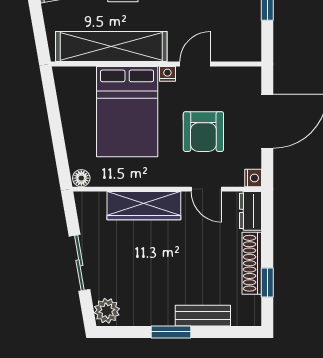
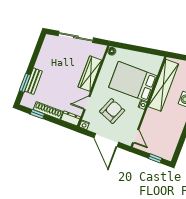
door: (195, 64) -> (136, 136), moved
armchair: (203, 132) -> (112, 111), turned 112
sliding door: (79, 263) -> (76, 37), width x1.37
plant: (107, 311) -> (51, 41), removed
window: (171, 332) -> (25, 83), moved

